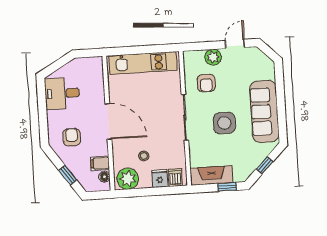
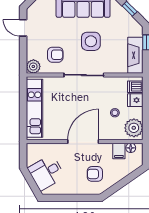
plant: (213, 57) -> (33, 66), moved
desk: (62, 93) -> (46, 172), moved, turned 60
window: (68, 175) -> (127, 179), removed

